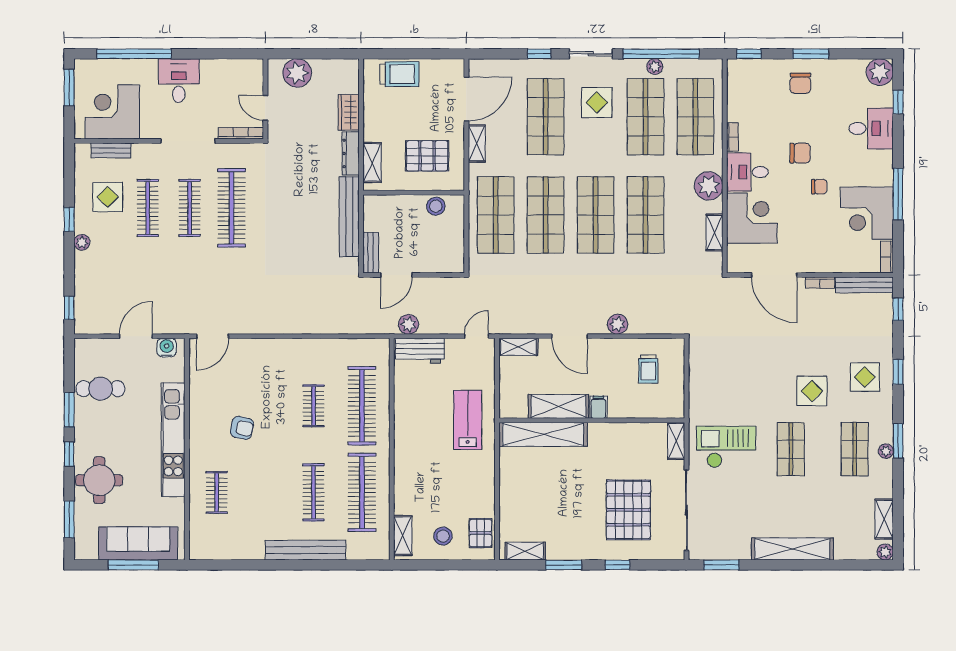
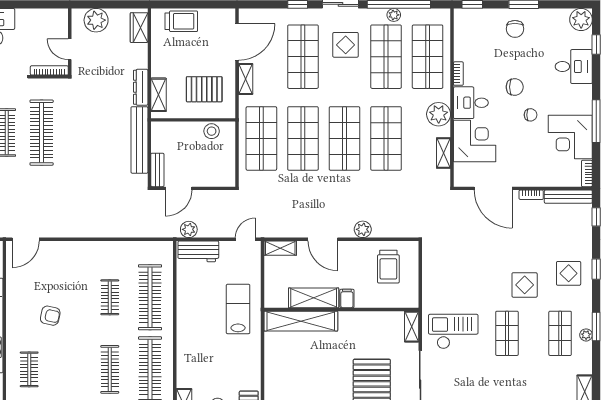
wardrobe: (349, 112) -> (139, 28), moved
trolley: (648, 369) -> (388, 267), width x1.36, depth x1.39

